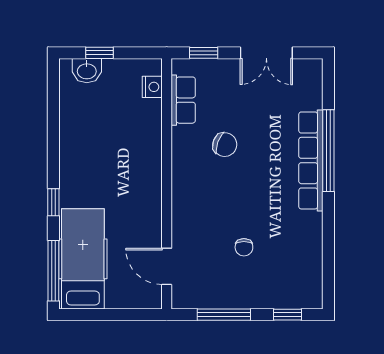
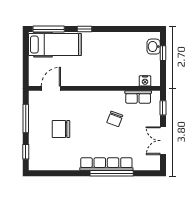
chair: (244, 247) -> (61, 129), width x1.87, depth x1.87

